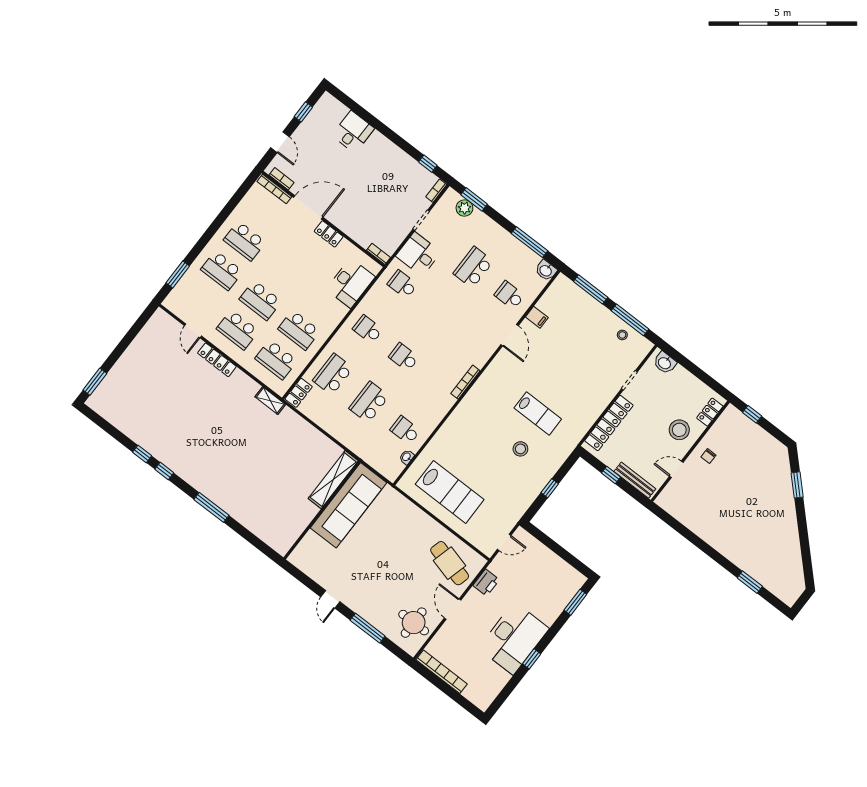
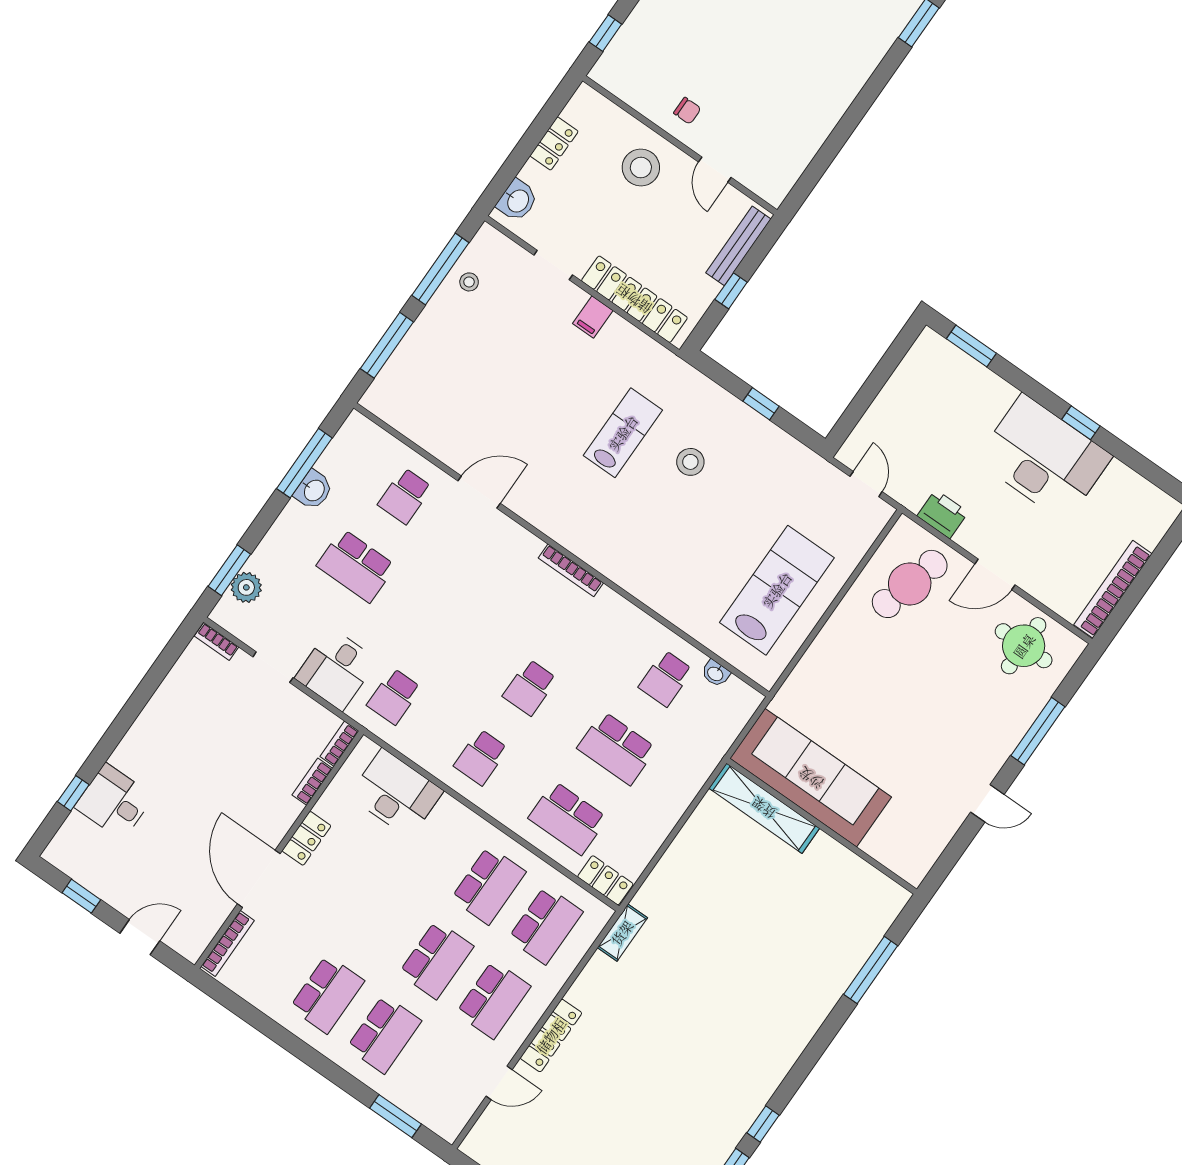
window: (428, 164) -> (73, 793), moved
bookcase: (282, 179) -> (312, 782), moved
washbasin: (546, 270) -> (314, 490), moved
filing cabinet: (537, 317) -> (593, 317), moved, turned 180
locker: (710, 412) -> (554, 144), moved, turned -90
window: (211, 507) -> (871, 970), moved

